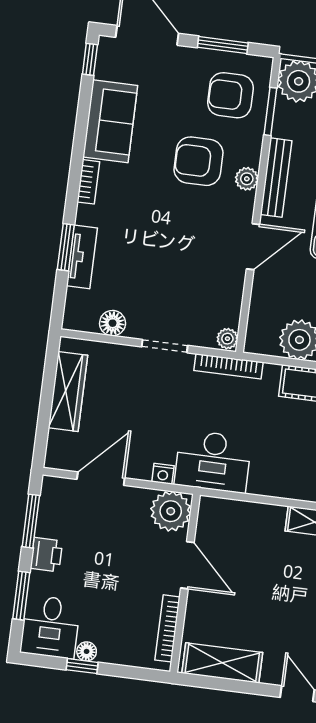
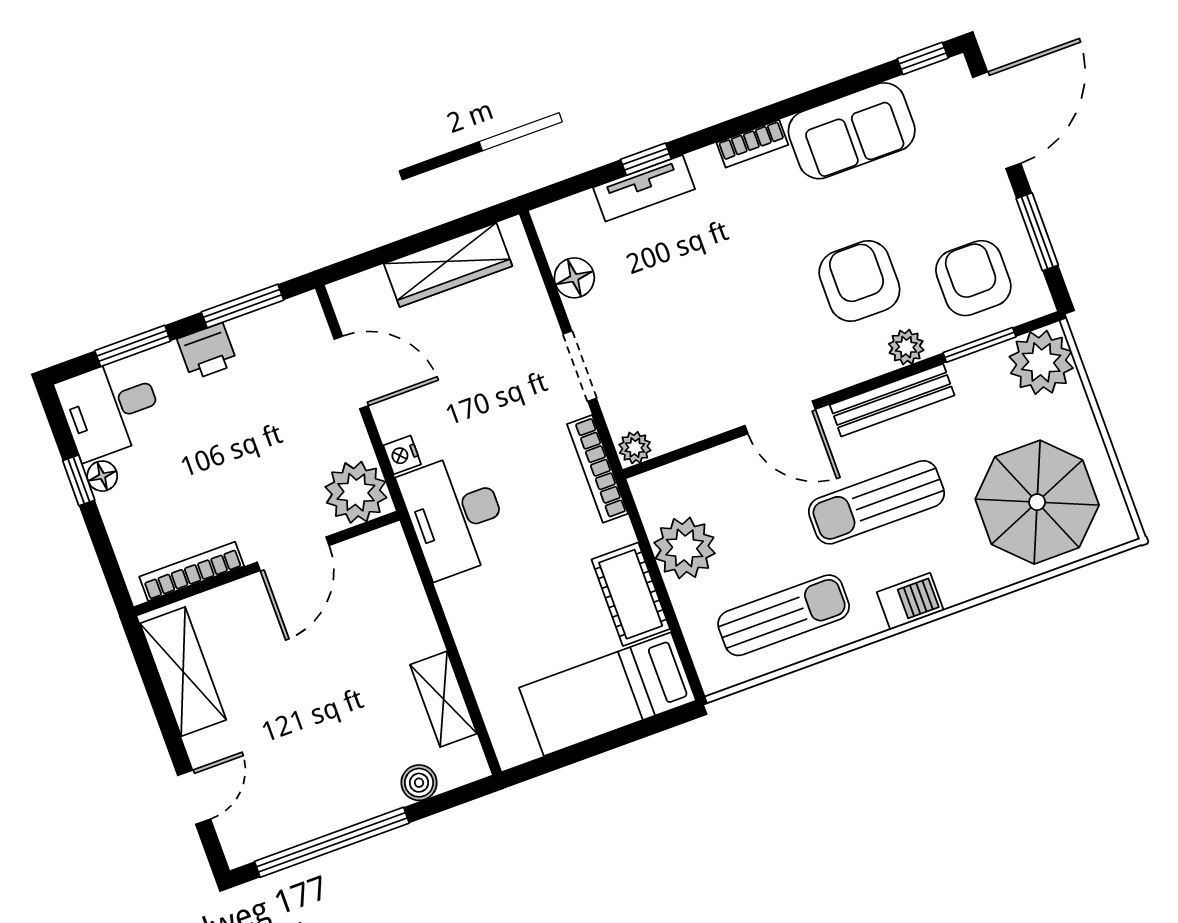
plant: (247, 179) -> (906, 347), moved
window: (66, 247) -> (646, 159), width x0.67

